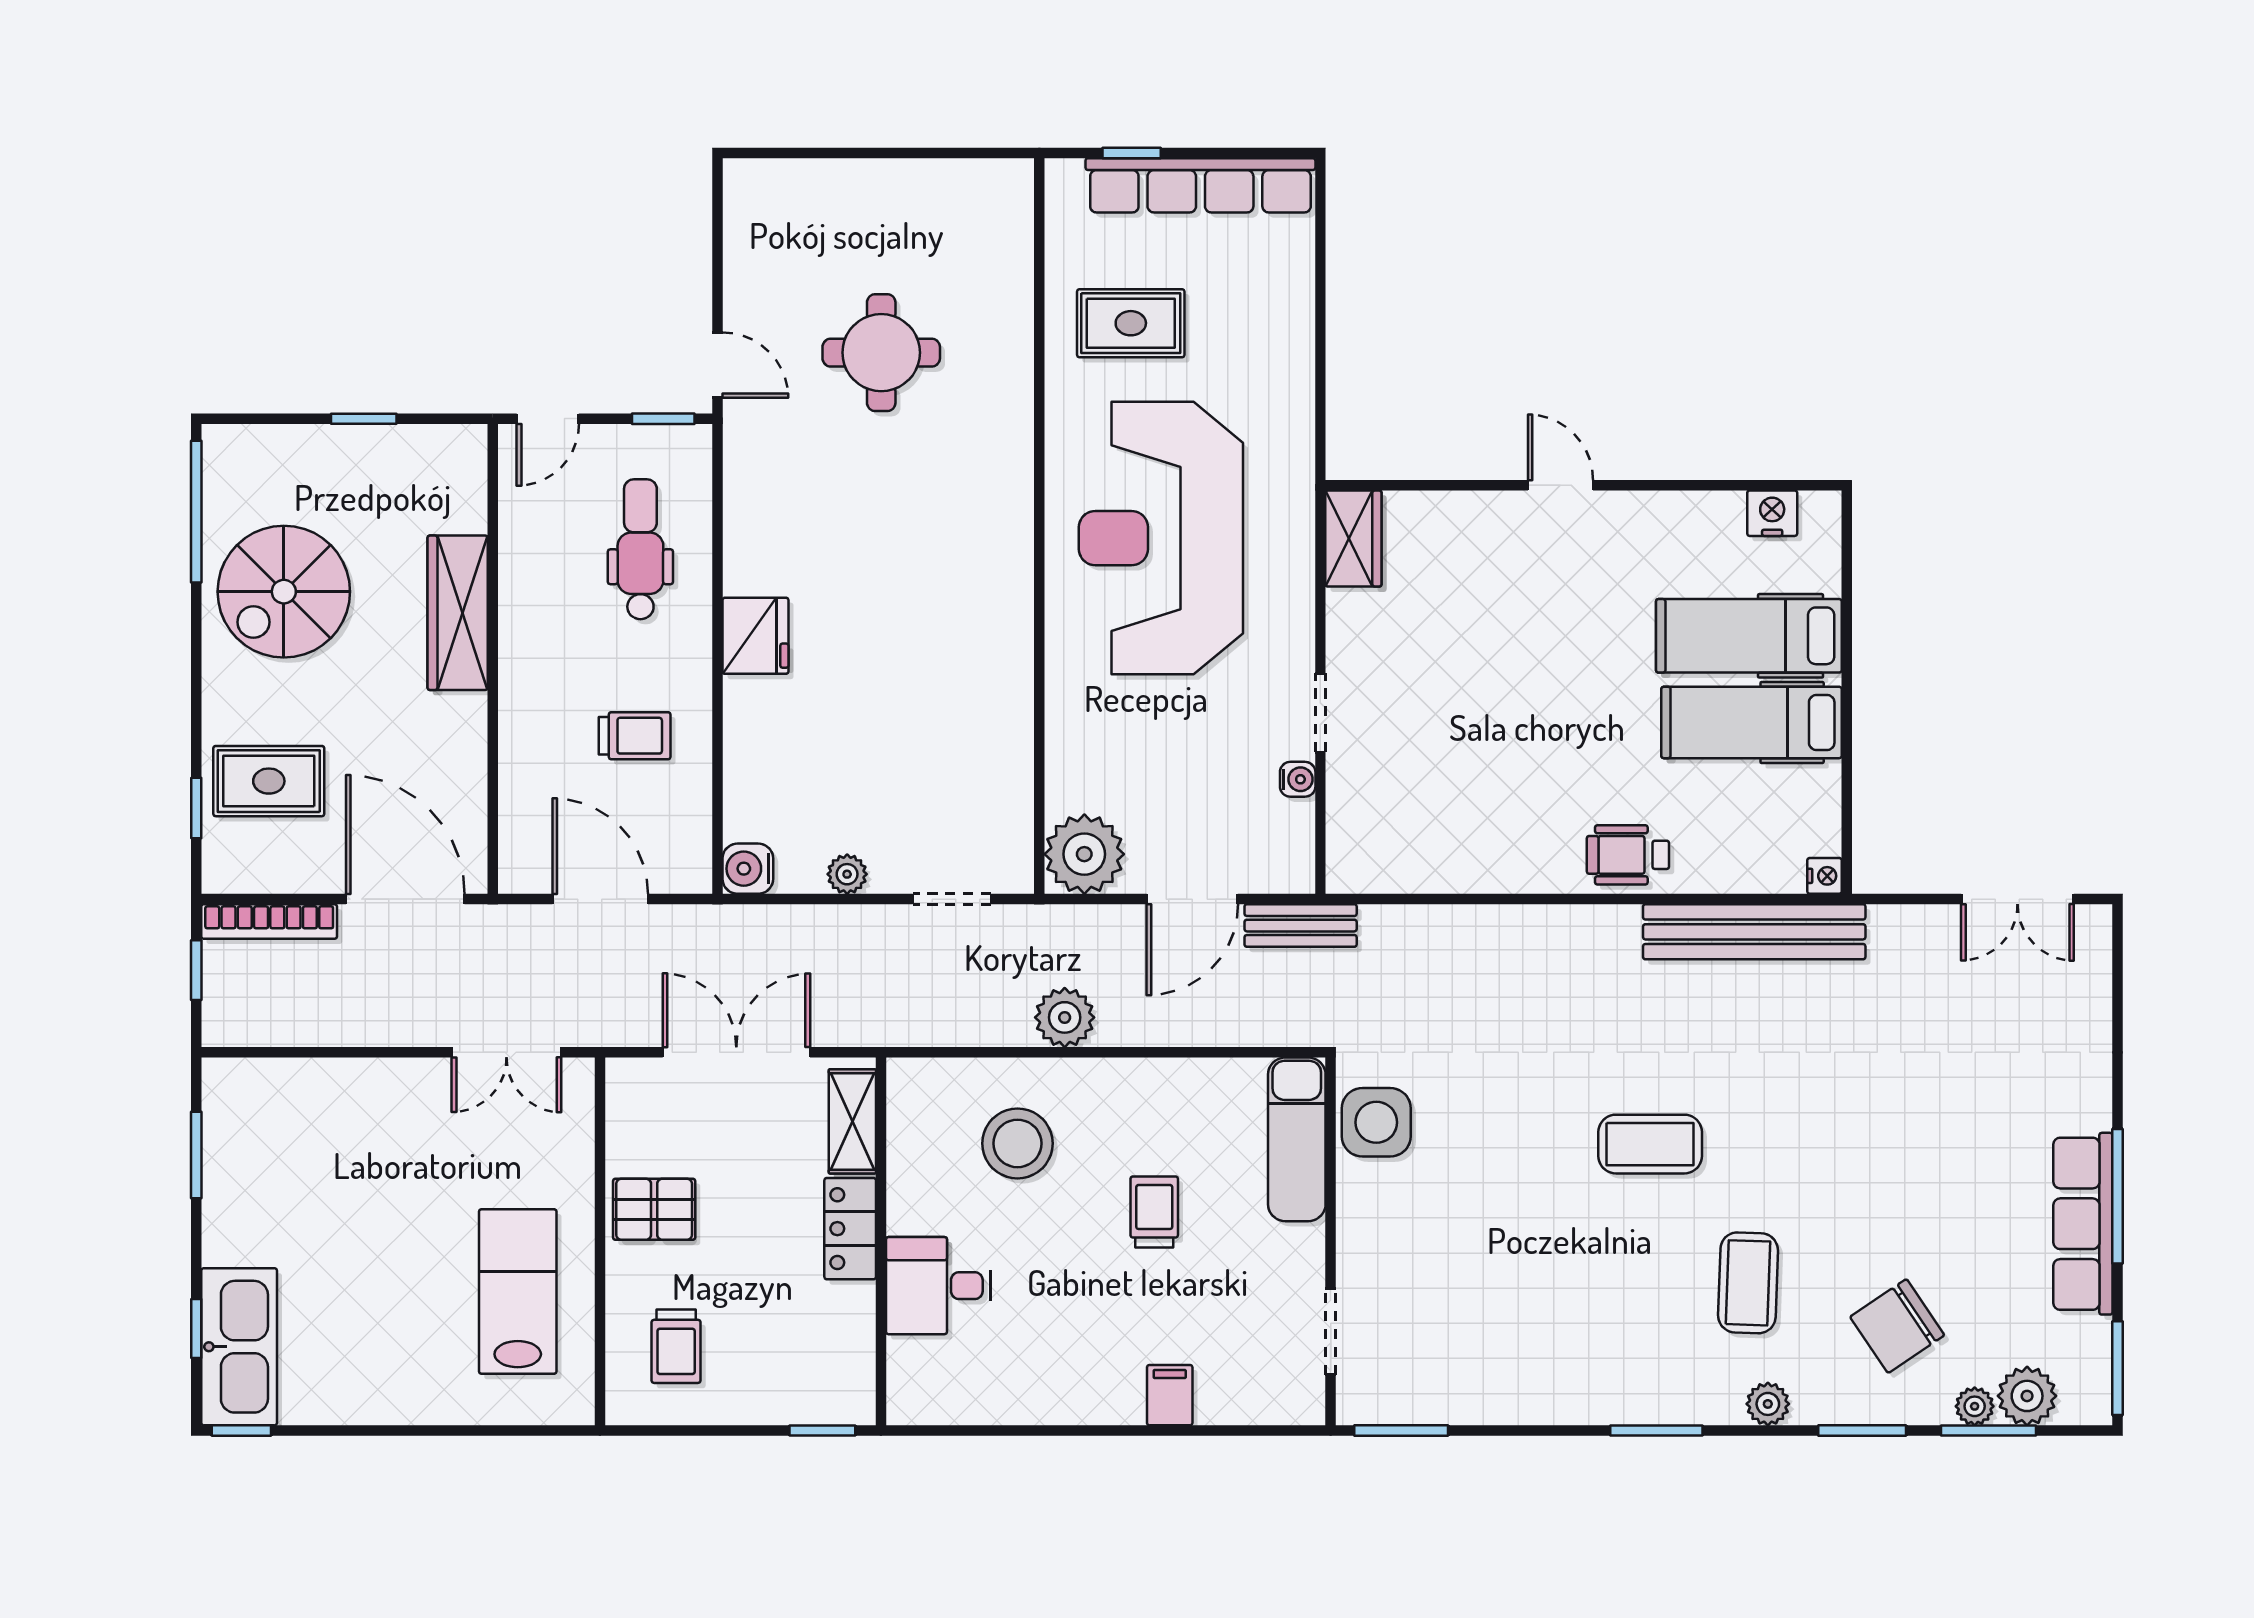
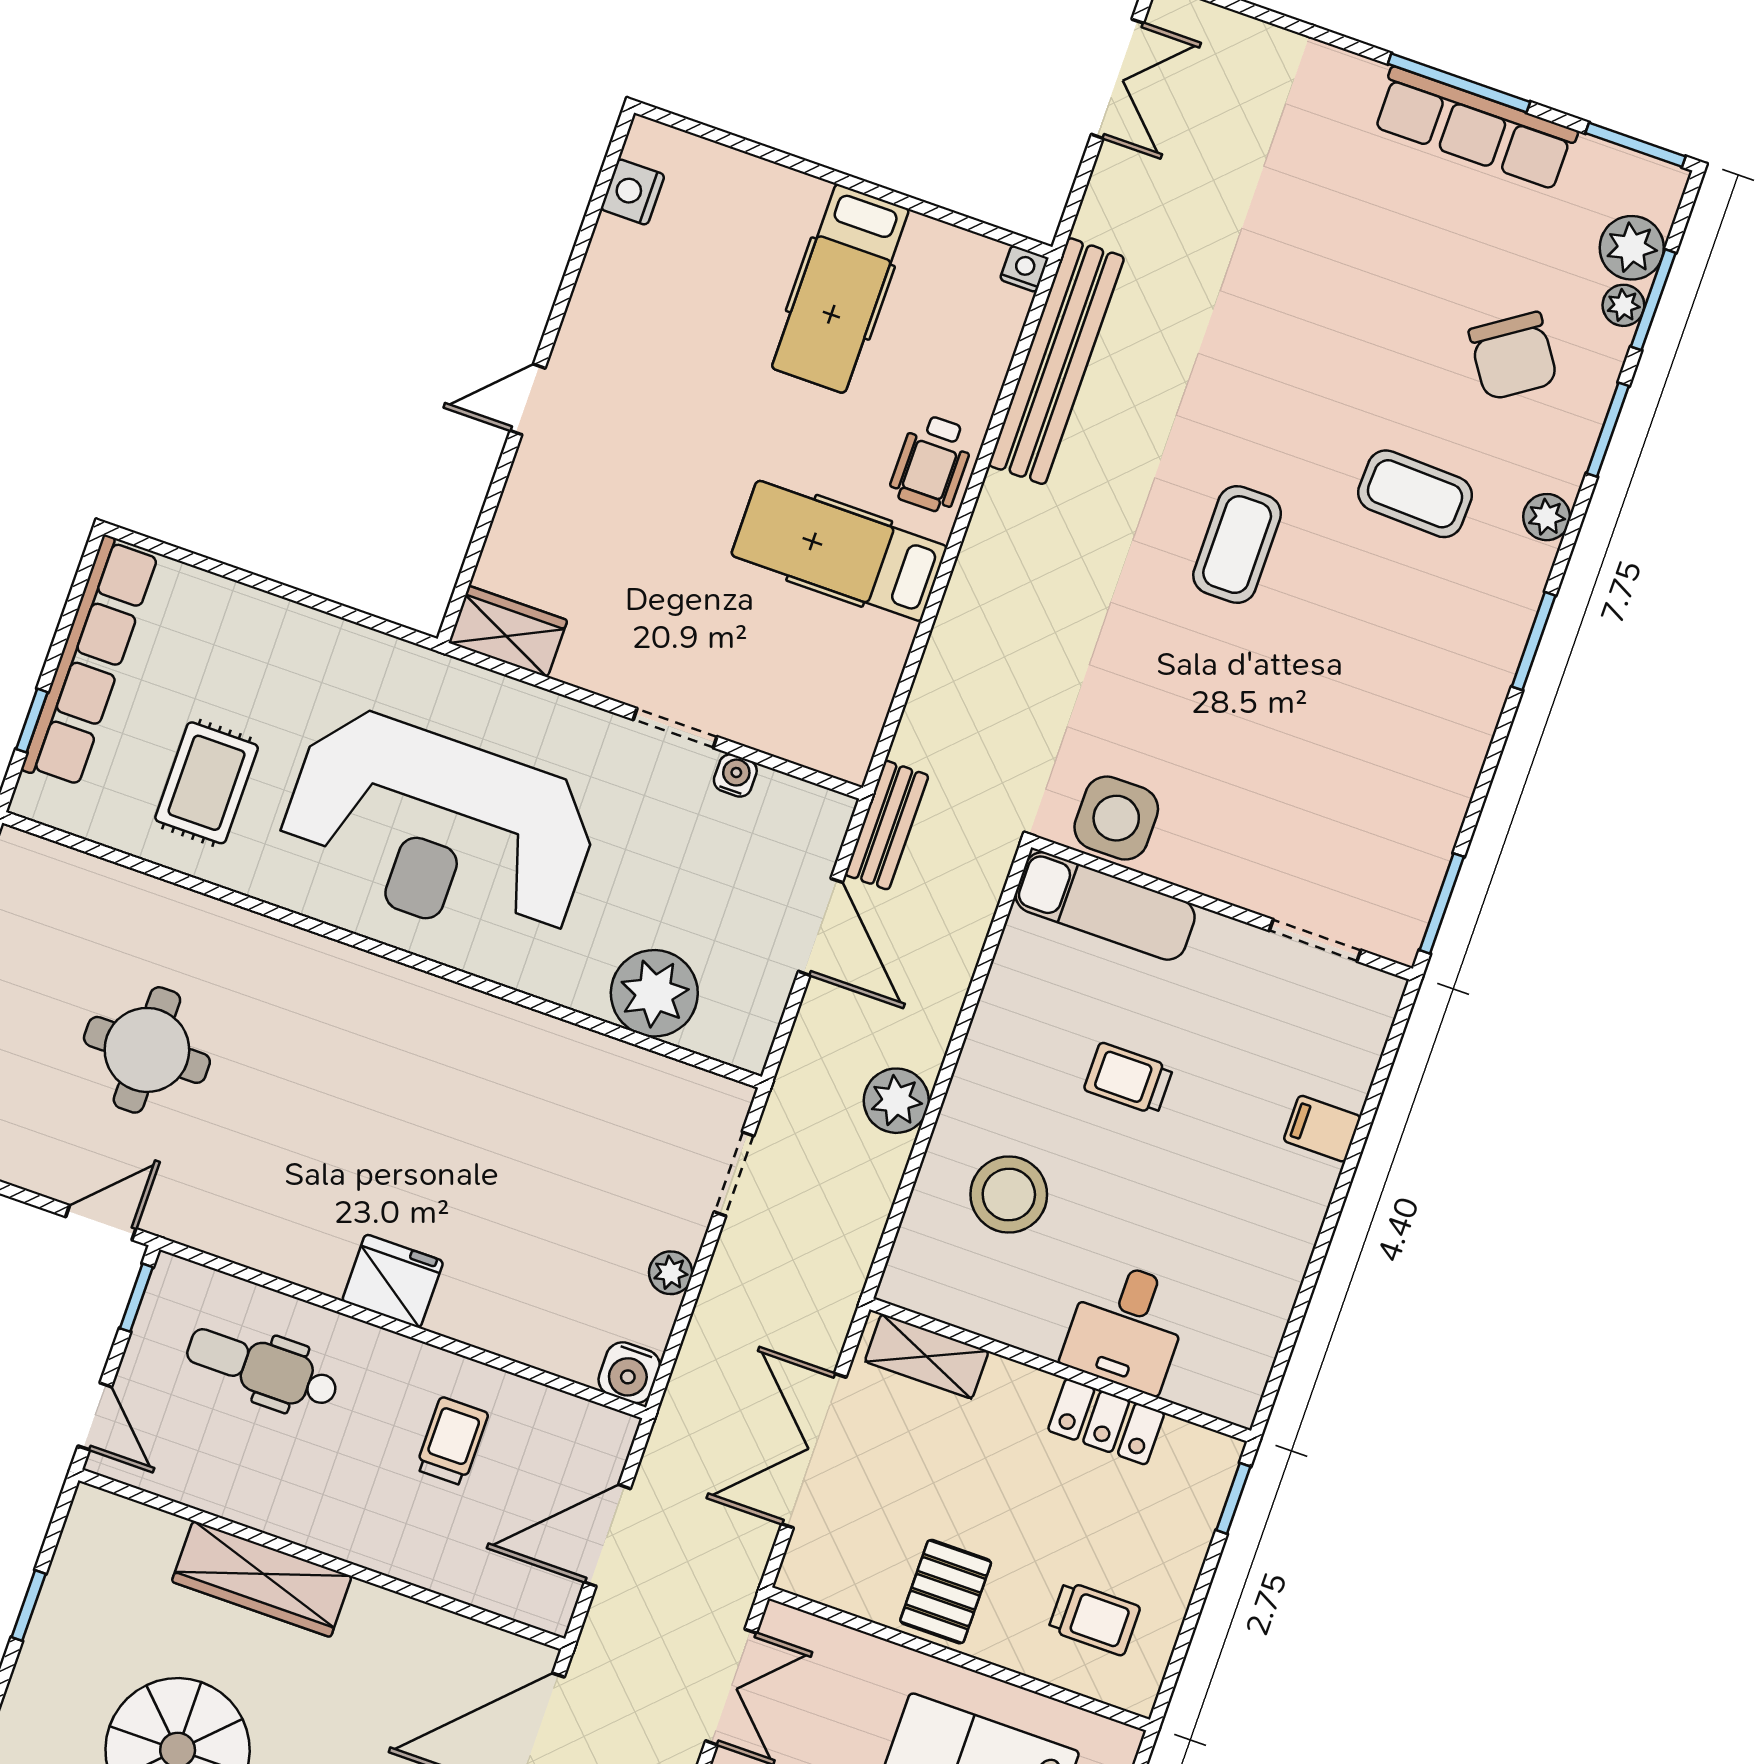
hospital bed: (1749, 636) -> (839, 551), moved, turned 90
plant: (1084, 854) -> (654, 993), moved
locker: (850, 1229) -> (1106, 1422), moved

